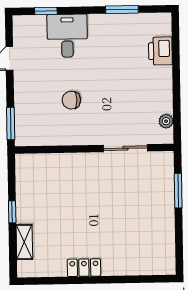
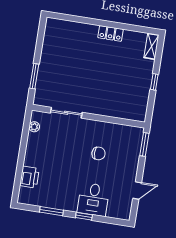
window: (46, 11) -> (84, 216), moved
shelving: (24, 242) -> (151, 46), moved

